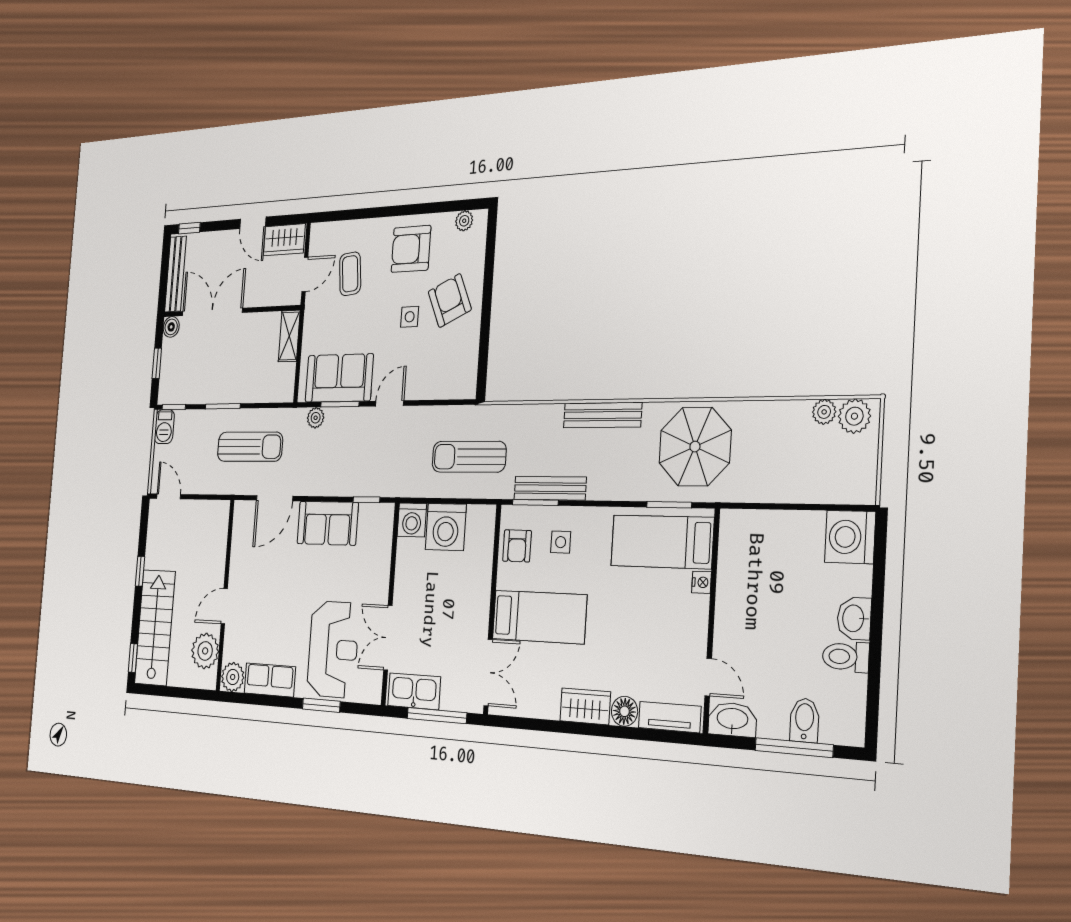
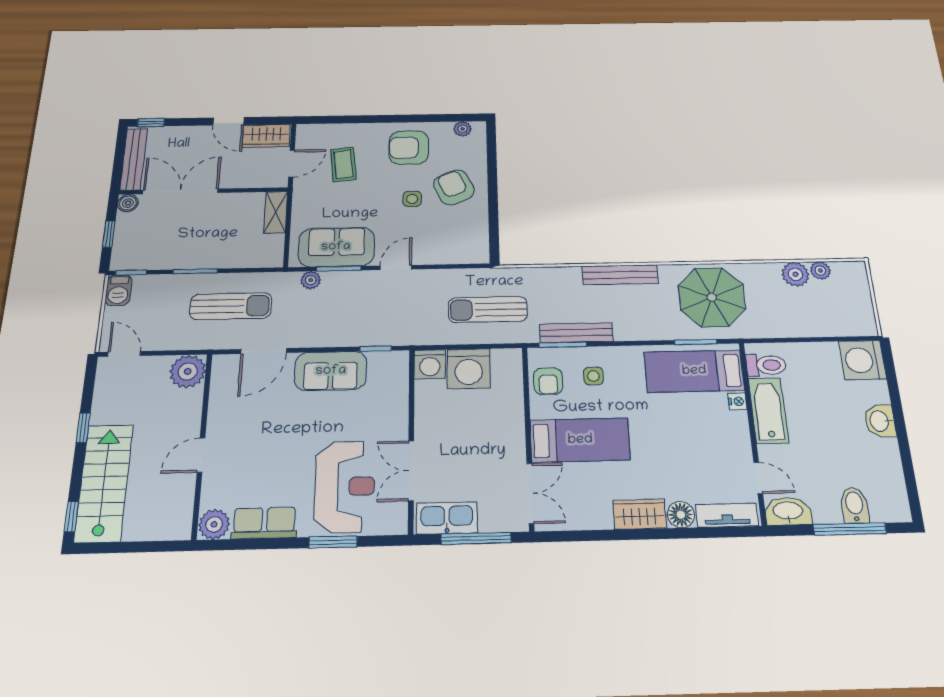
plant: (854, 416) -> (795, 274), moved
bathtub: (733, 596) -> (768, 410), added
plant: (205, 651) -> (188, 371), moved
toilet: (846, 657) -> (766, 365), moved, turned 180

